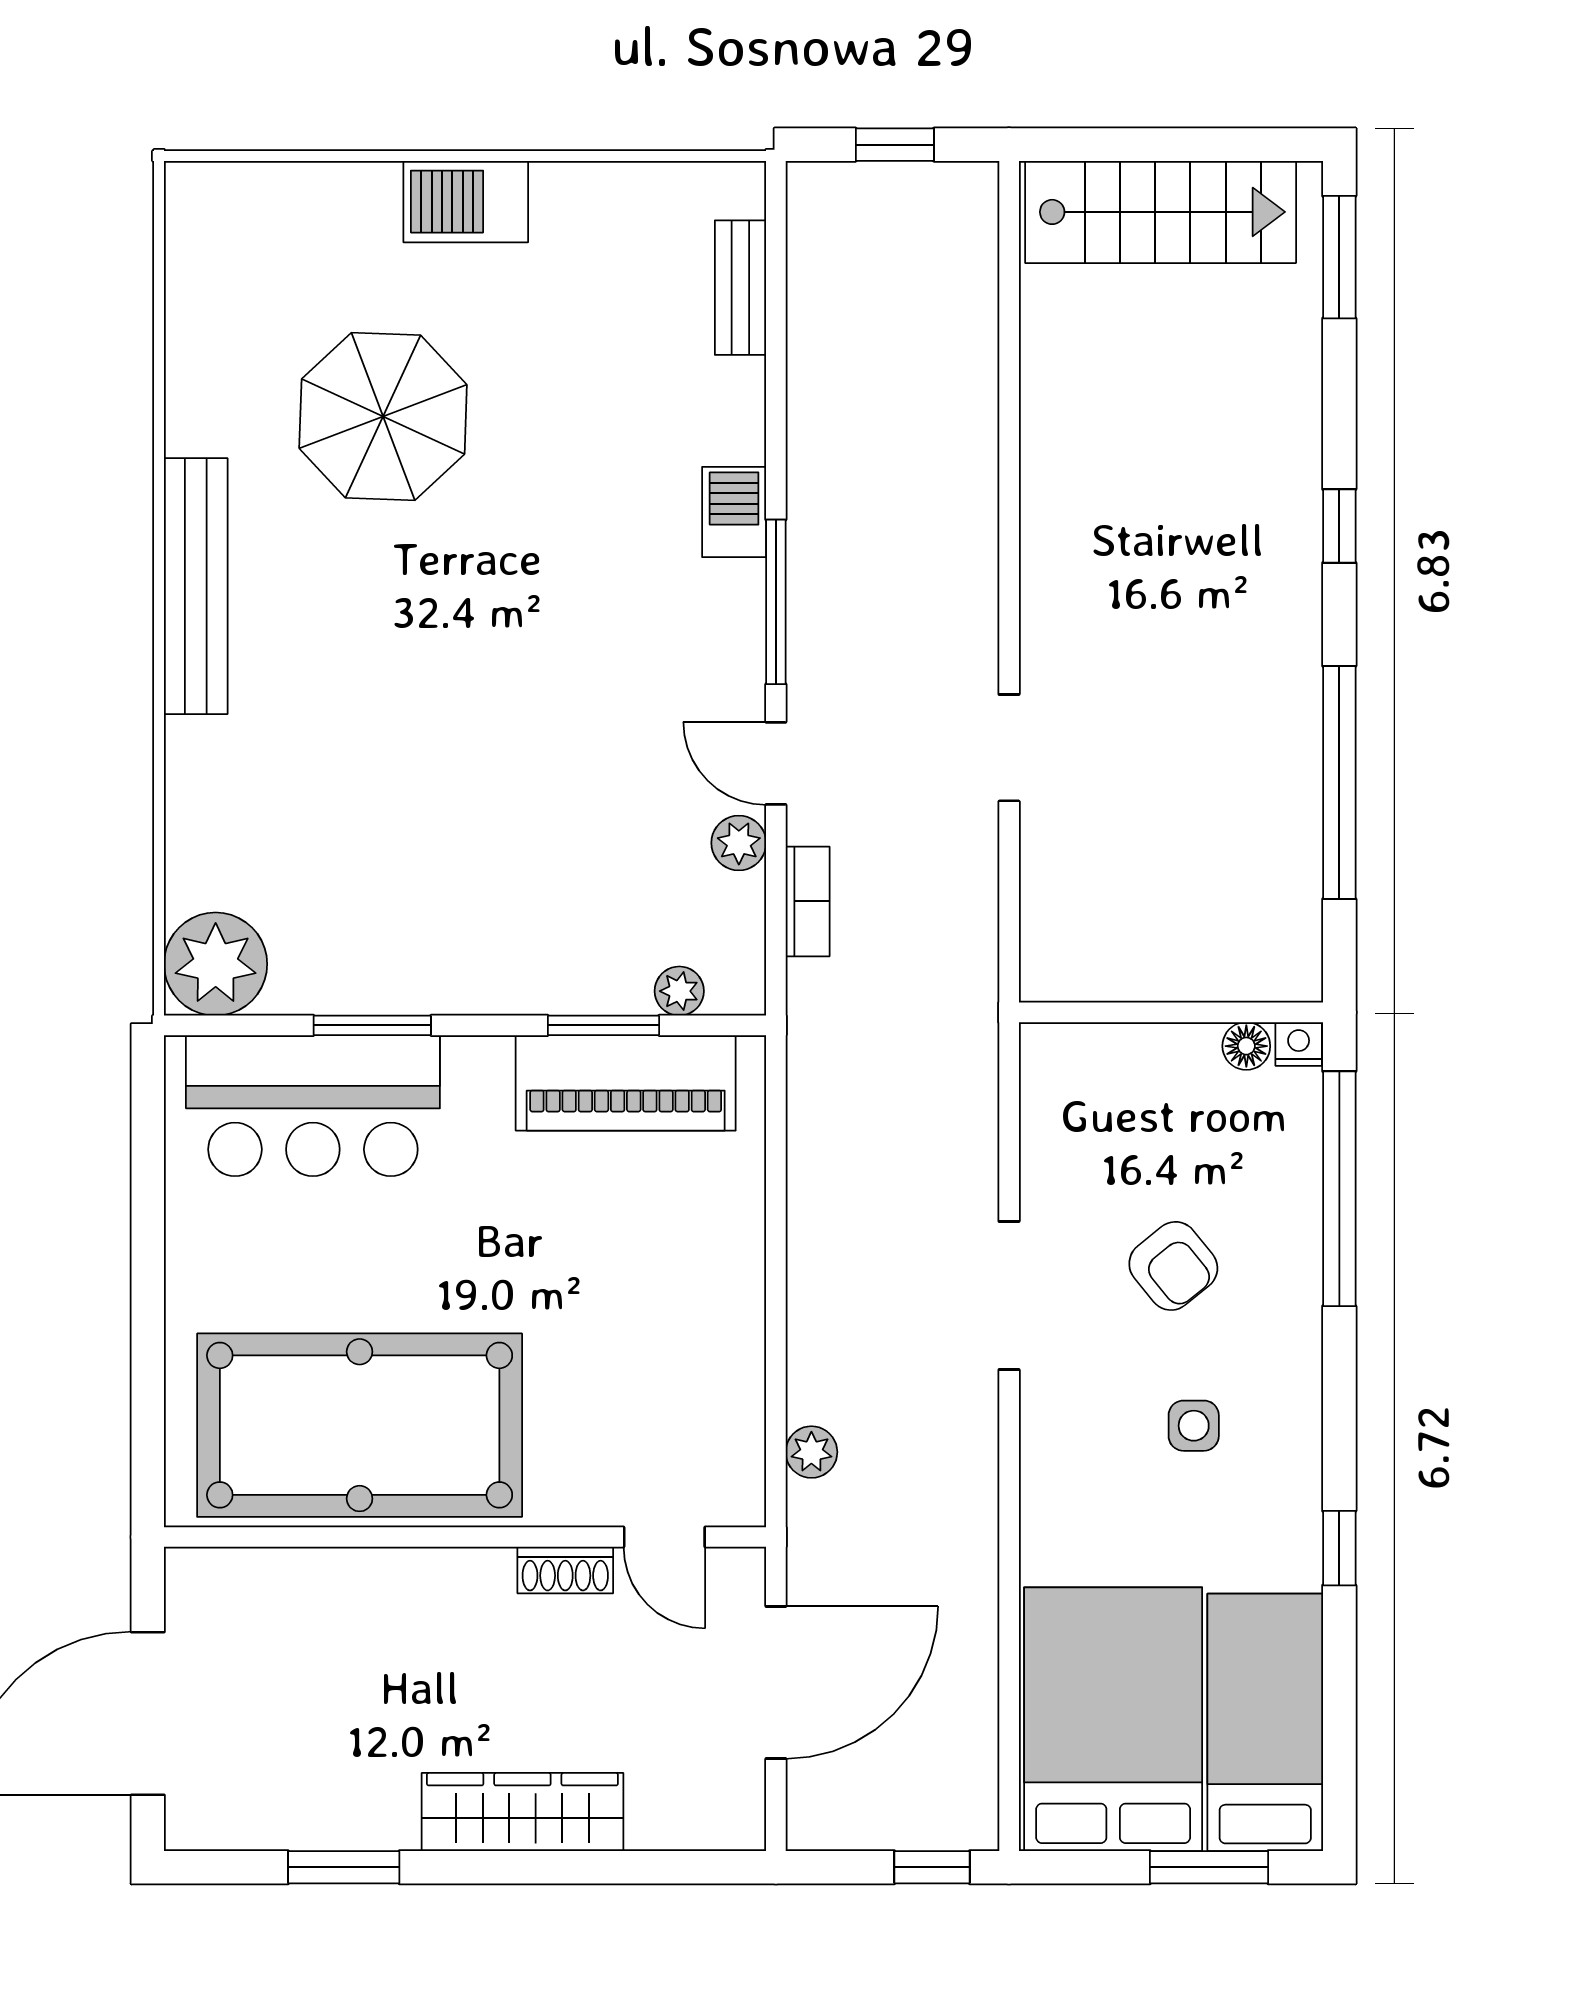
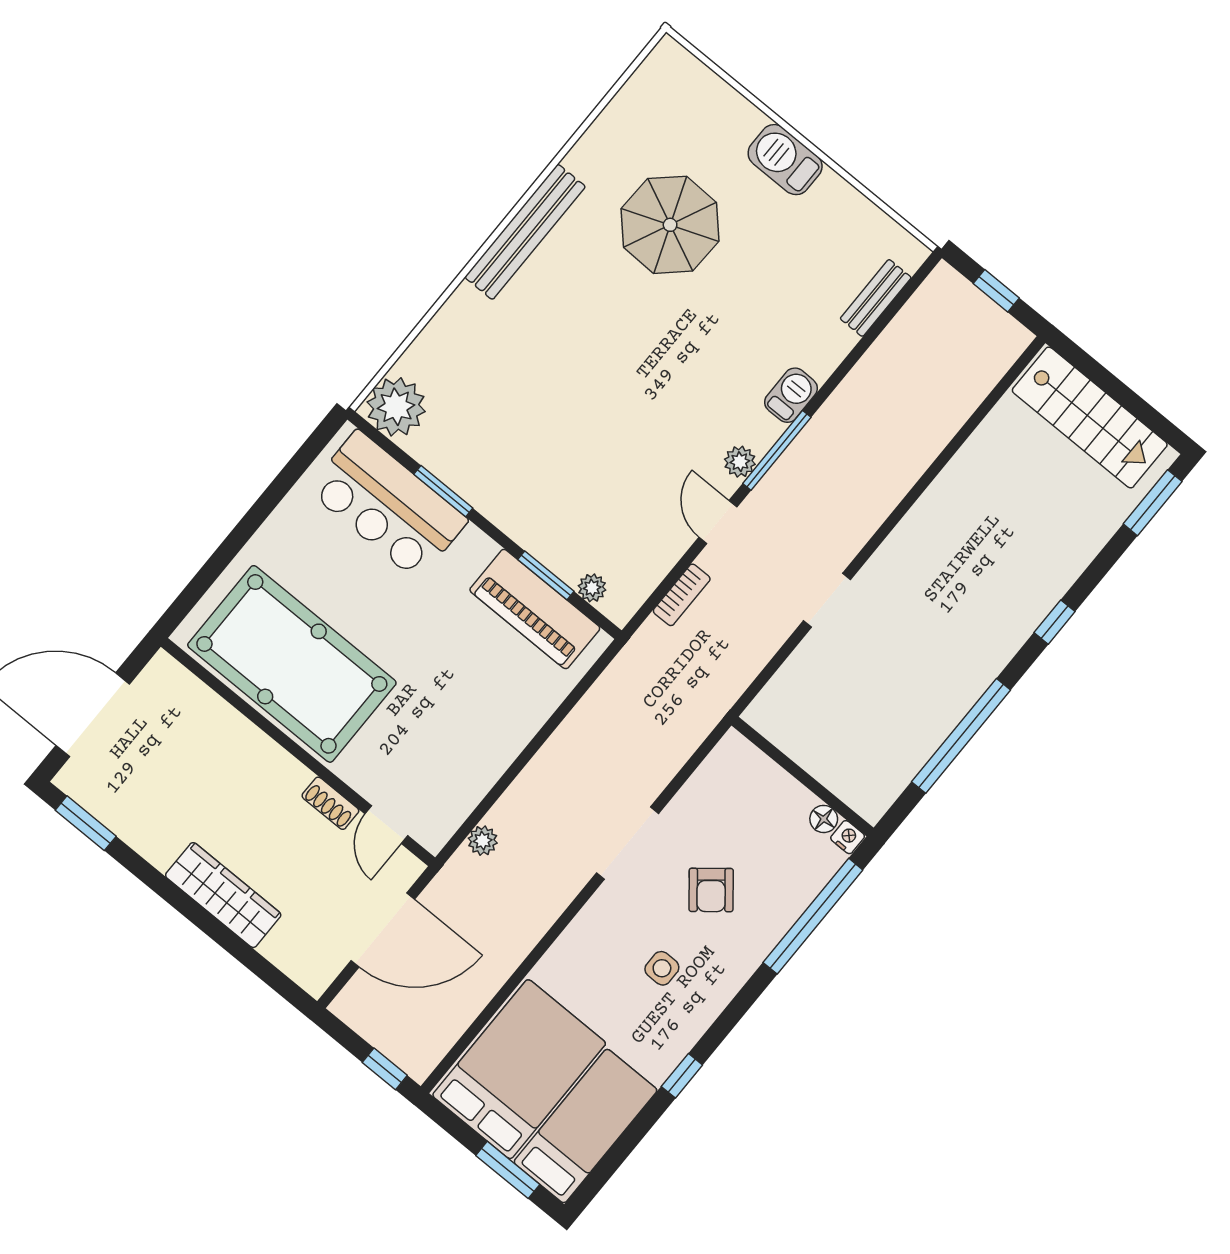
plant: (739, 843) -> (740, 462), moved
window: (344, 1867) -> (86, 823), moved

